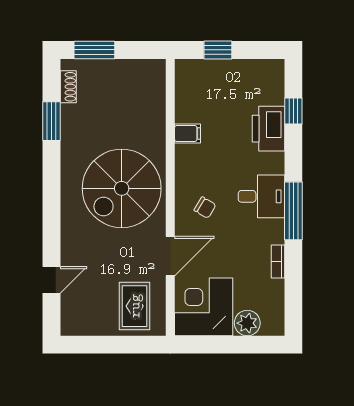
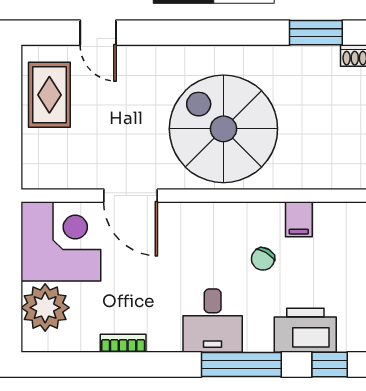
chair: (205, 208) -> (263, 259), moved
window: (293, 211) -> (241, 364), moved
rug: (135, 306) -> (49, 95), moved, turned 90
plant: (247, 323) -> (45, 308), width x1.36, depth x1.36

